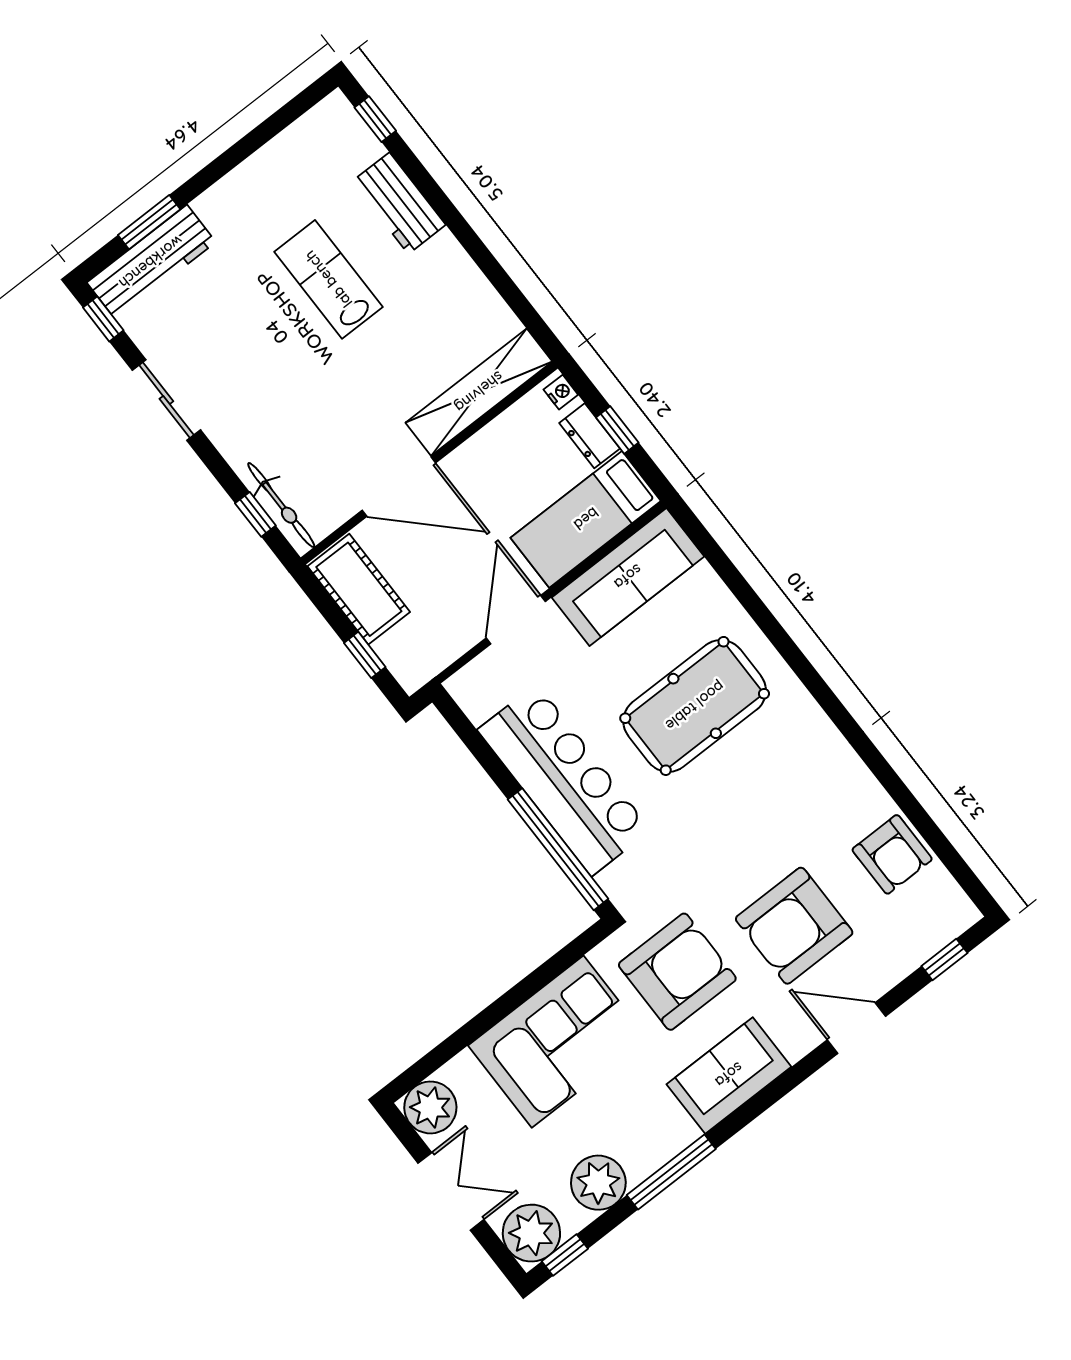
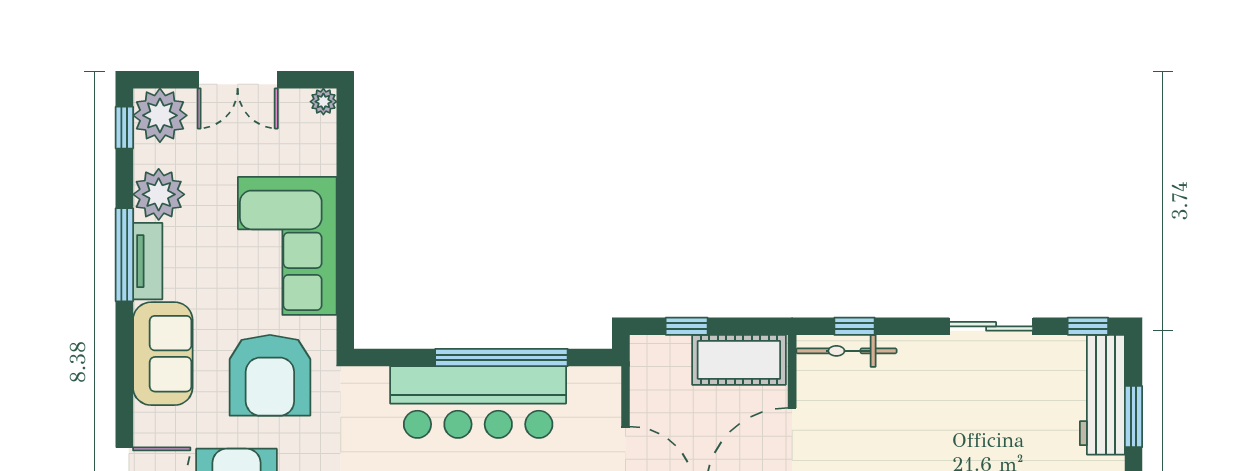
window: (558, 849) -> (501, 358), moved
plant: (430, 1107) -> (323, 102), width x0.53, depth x0.53
tv unit: (661, 1148) -> (148, 261), added

